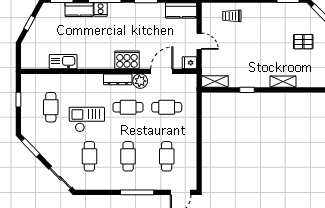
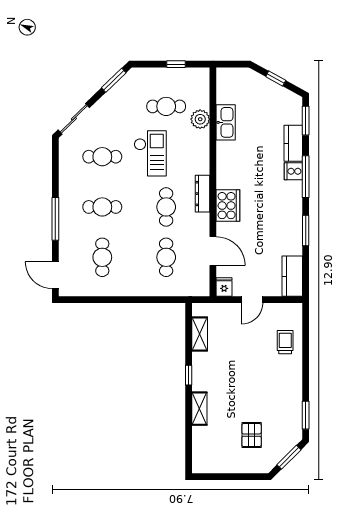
plant: (140, 81) -> (200, 119), moved
shelving: (215, 82) -> (200, 334), moved
window: (247, 90) -> (189, 375), moved
cafe table: (167, 156) -> (102, 257), turned 90

